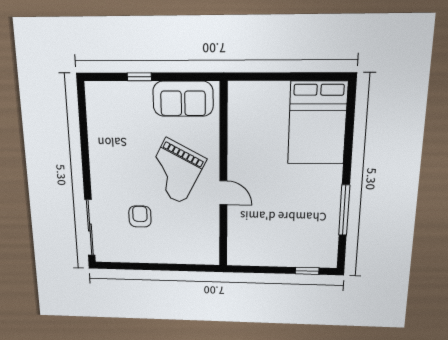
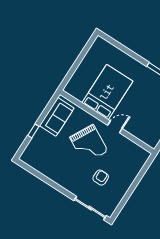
bed: (317, 123) -> (107, 92), moved, turned -90
armchair: (140, 216) -> (101, 178), turned 90

